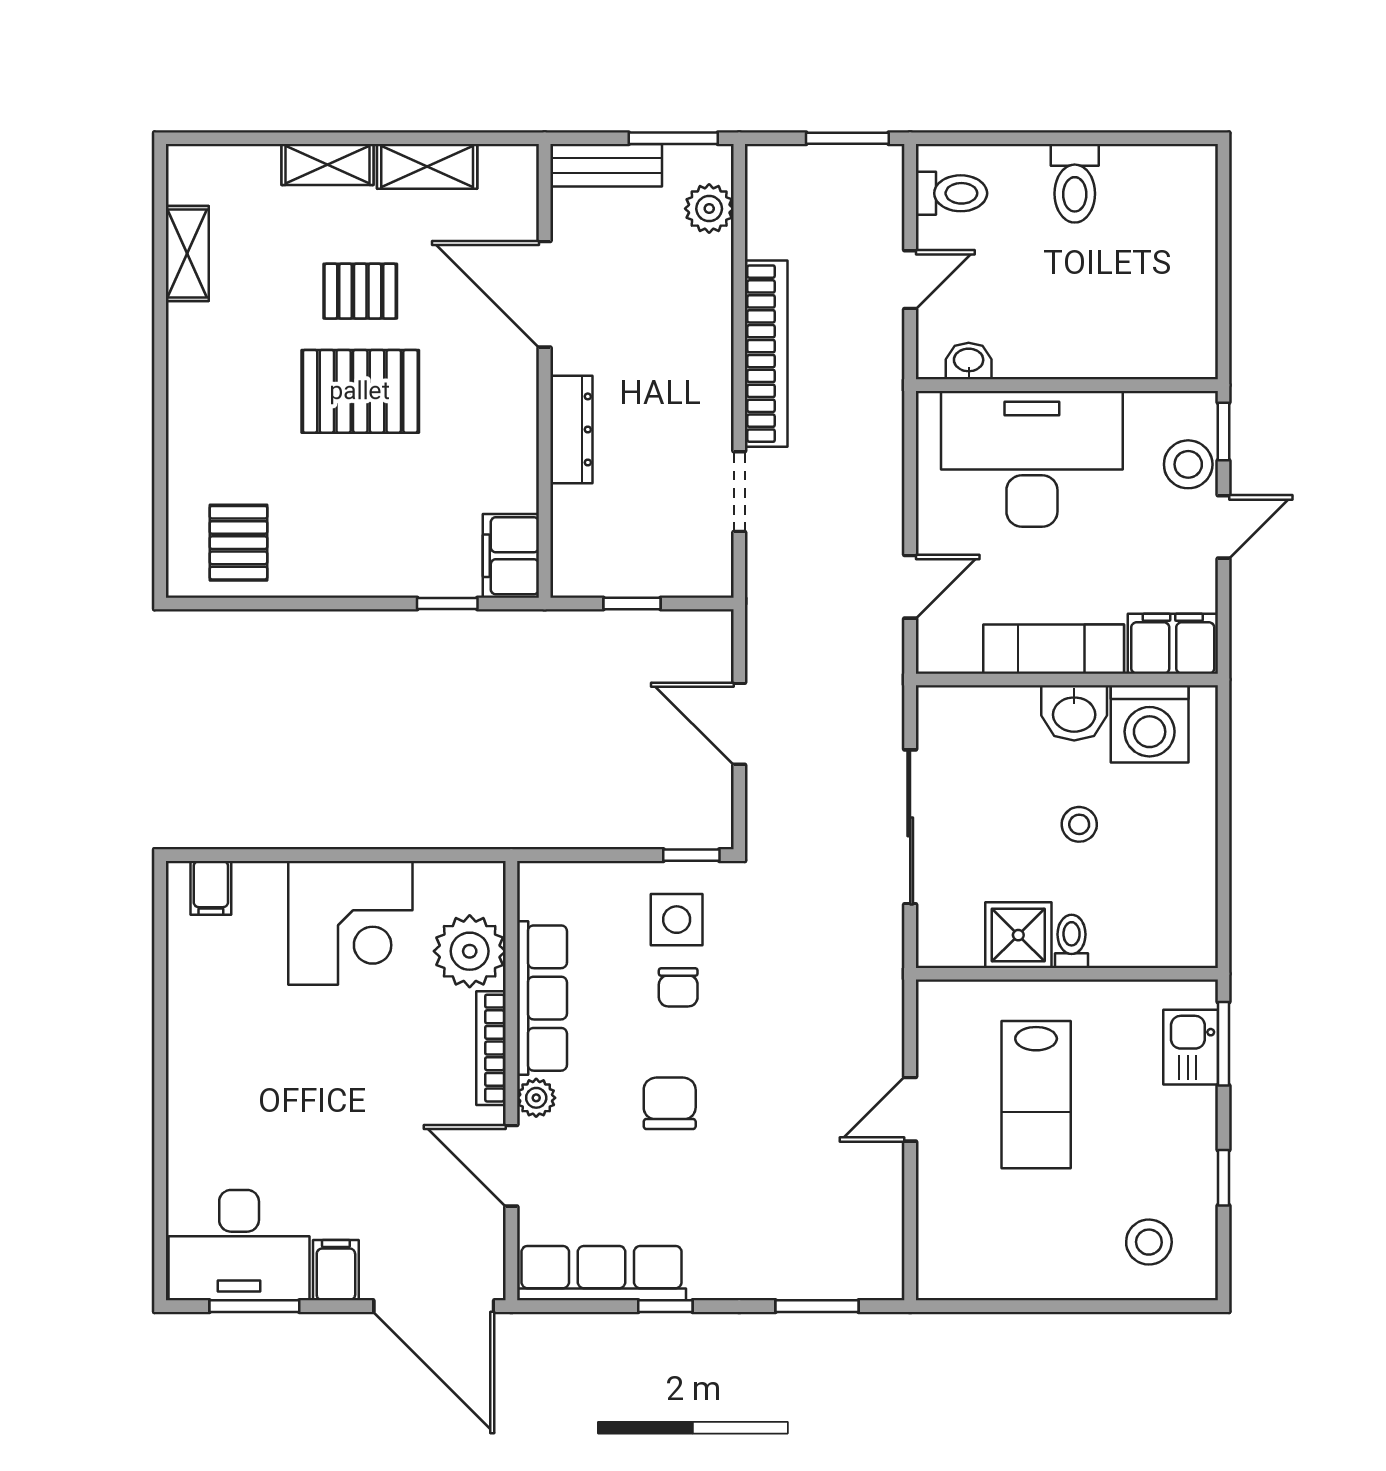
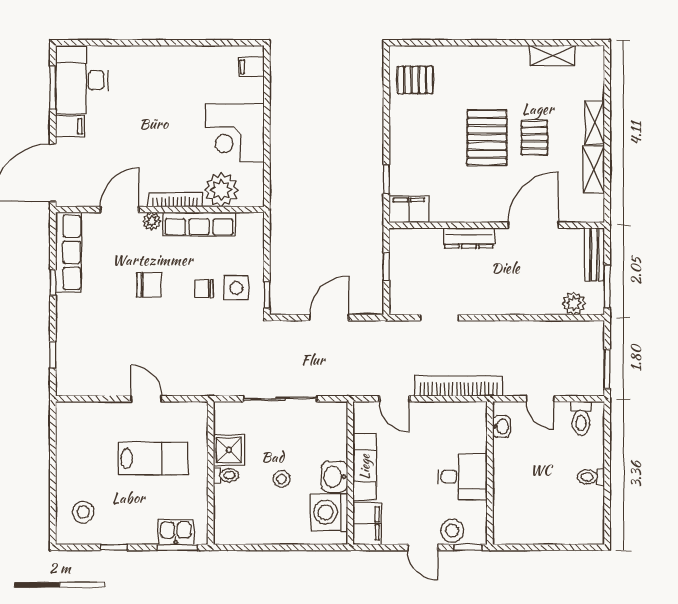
toilet: (1075, 183) -> (591, 477), width x0.73, depth x0.72
bookcase: (766, 354) -> (459, 386), moved, turned 180
desk: (1032, 459) -> (462, 477), width x0.53, depth x0.77
lab bench: (1036, 1095) -> (153, 459), turned 180
window: (817, 1306) -> (53, 354), width x0.67

